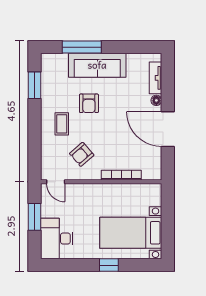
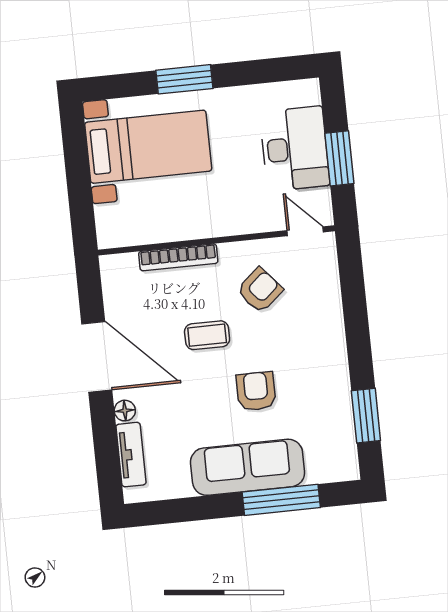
coffee table: (62, 124) -> (207, 335), moved, turned 90
desk: (57, 238) -> (295, 149), moved
window: (109, 265) -> (184, 79), width x1.50

